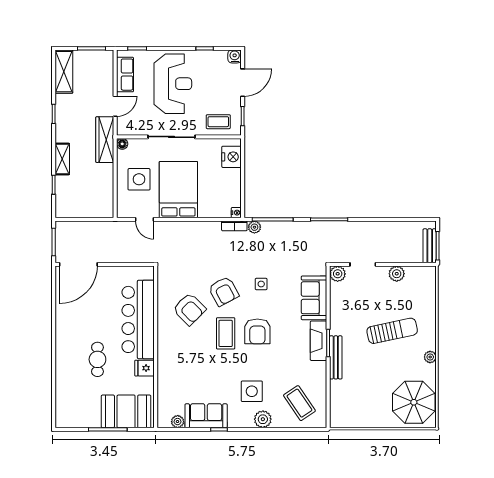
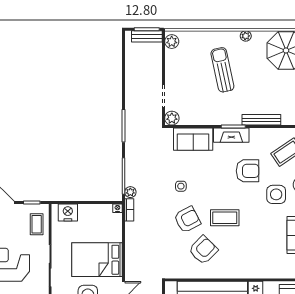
plant: (397, 274) -> (172, 42), moved
armchair: (257, 331) -> (248, 171), moved
bench: (336, 357) -> (261, 120), moved

